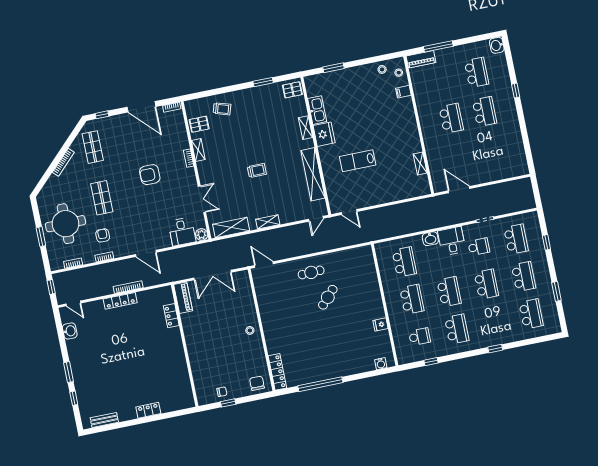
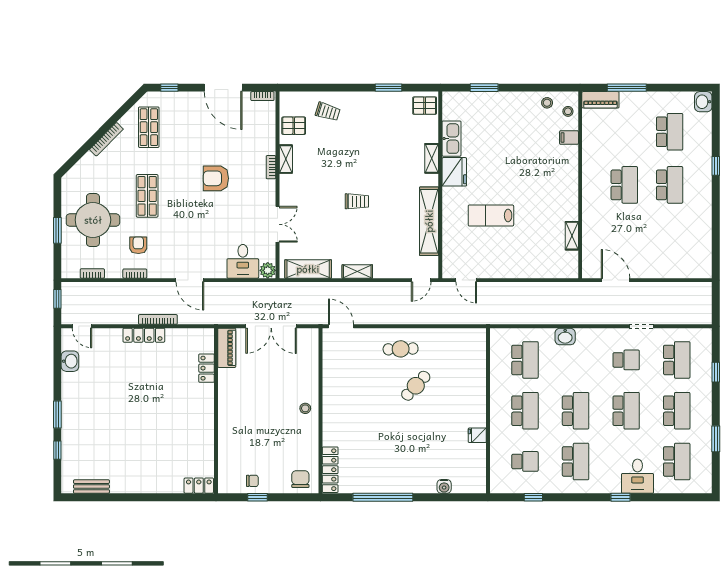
desk: (452, 241) -> (637, 476), moved, turned 180
water cooler: (381, 364) -> (444, 486), moved
locker: (148, 410) -> (199, 486), moved

